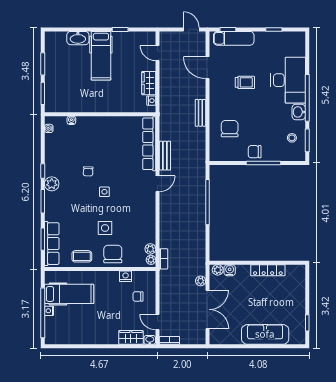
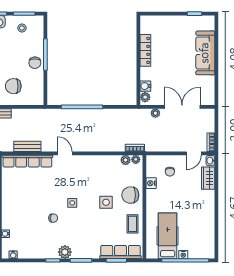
bench: (165, 156) -> (27, 146), moved

